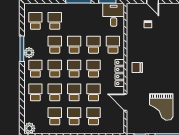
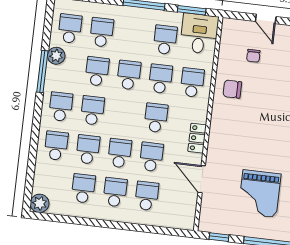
plant: (29, 53) -> (56, 56), moved
chair: (137, 67) -> (232, 89), moved
school desk: (74, 69) -> (165, 40), moved
locker: (120, 73) -> (197, 138), width x0.66

